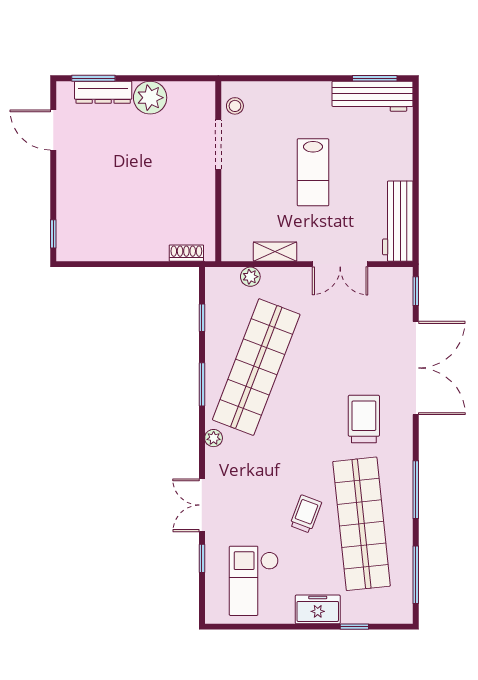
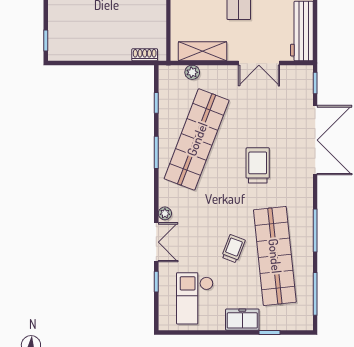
shelving: (275, 252) -> (203, 51), width x1.50, depth x1.33
trolley: (364, 419) -> (258, 165), moved
plant: (214, 438) -> (165, 213), moved
double door: (202, 505) -> (156, 242), swing flipped

